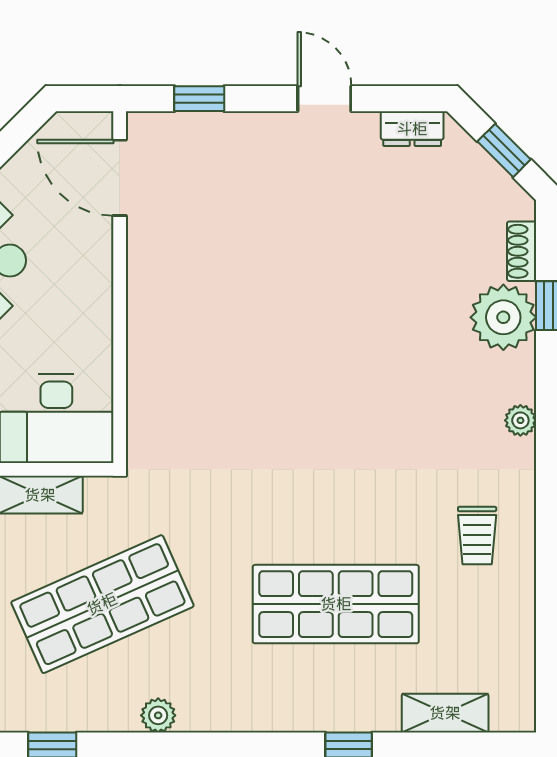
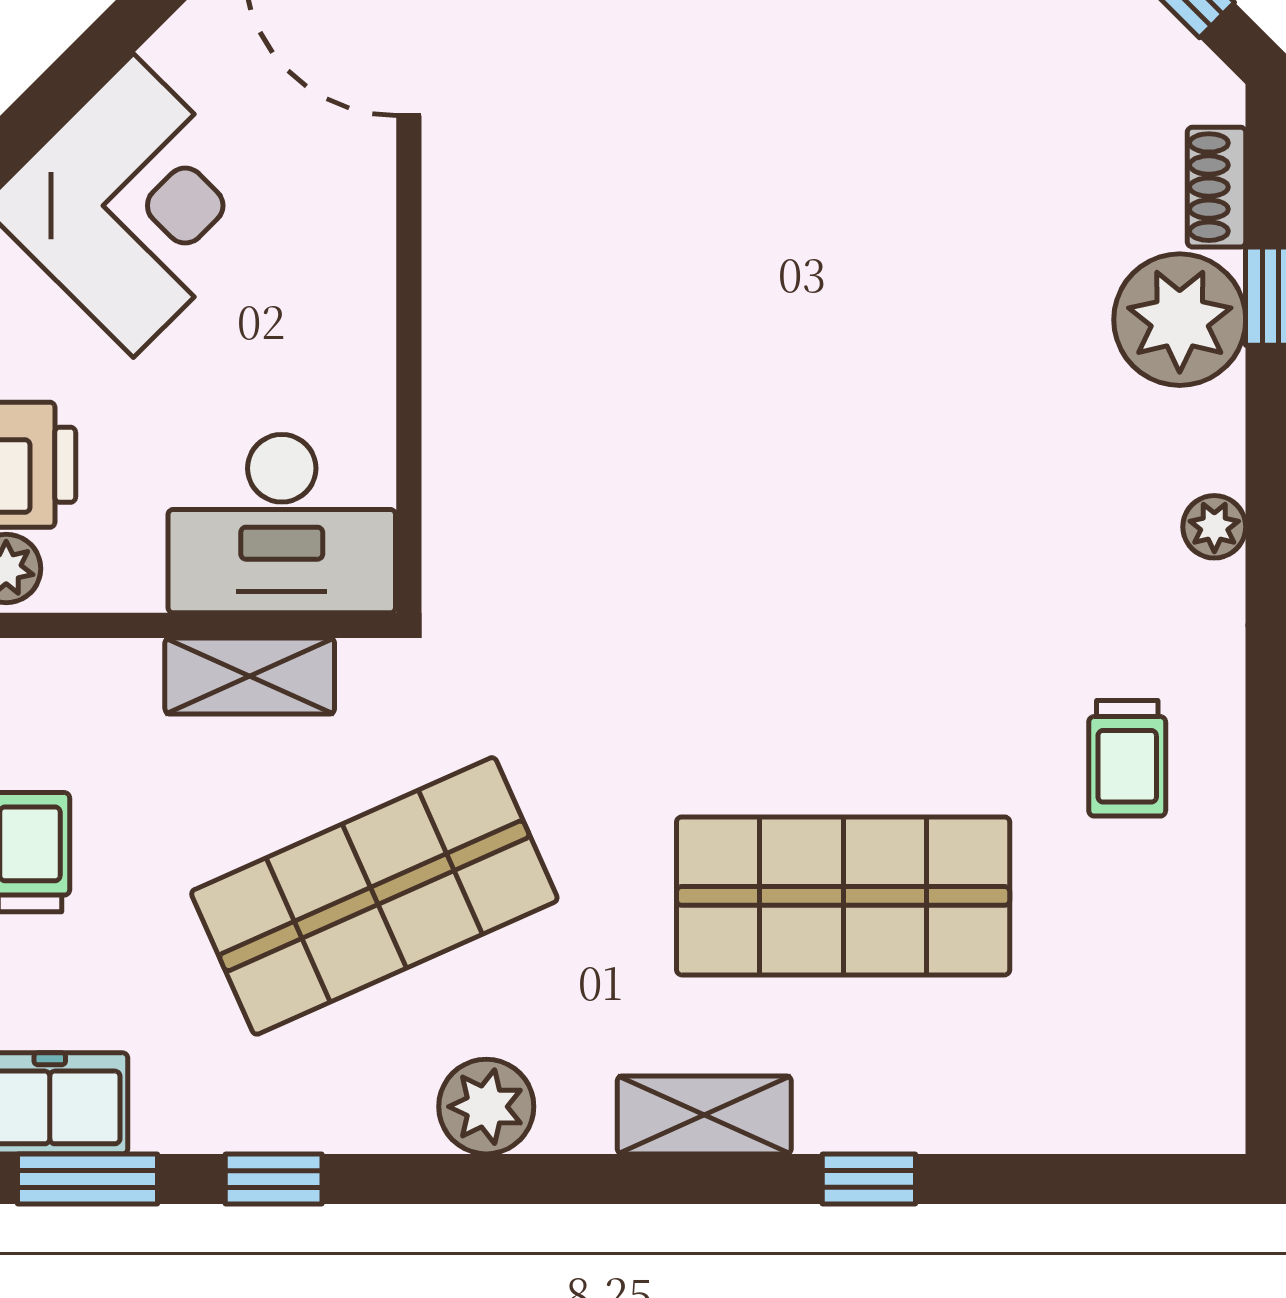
shelving: (445, 713) -> (704, 1115), moved
plant: (158, 715) -> (486, 1107), width x1.38, depth x1.38

